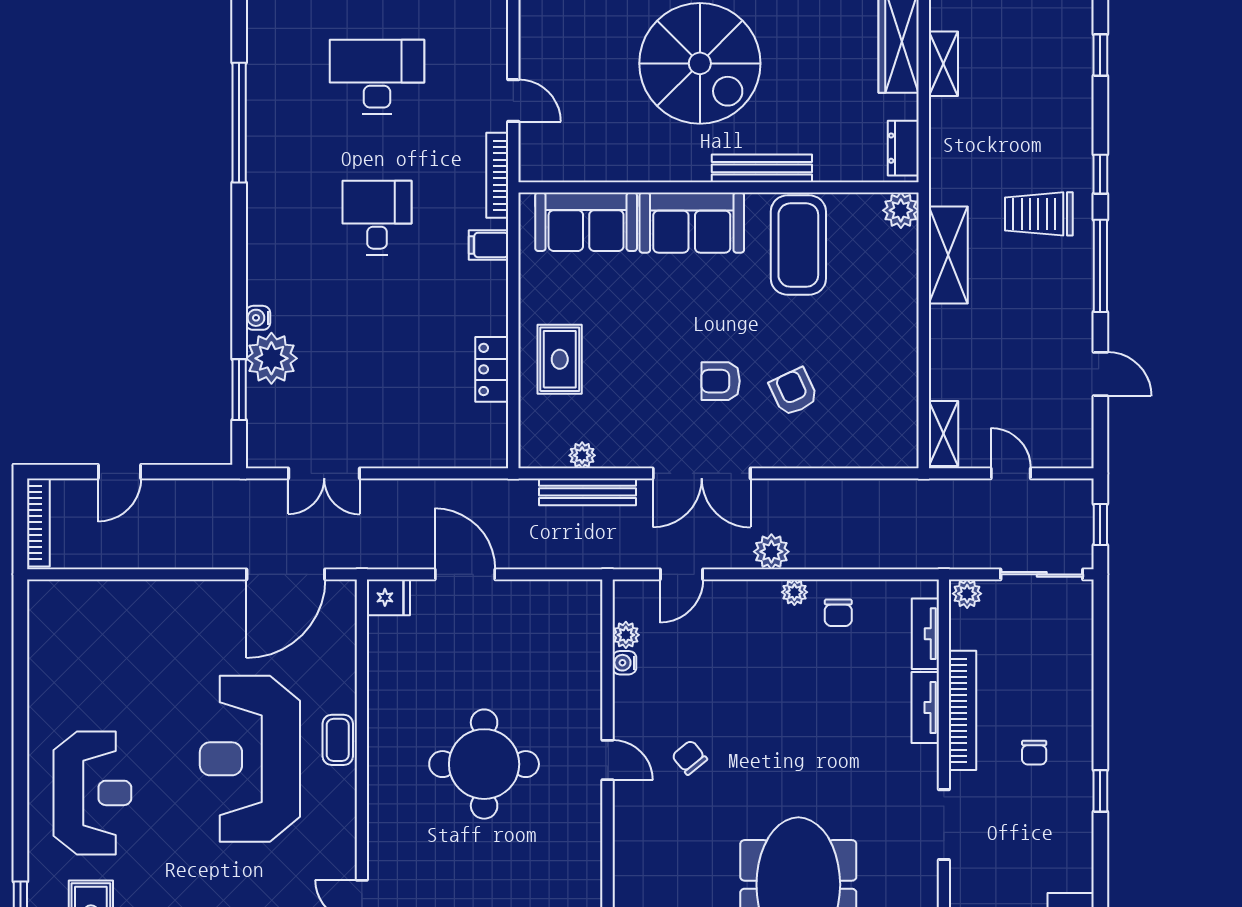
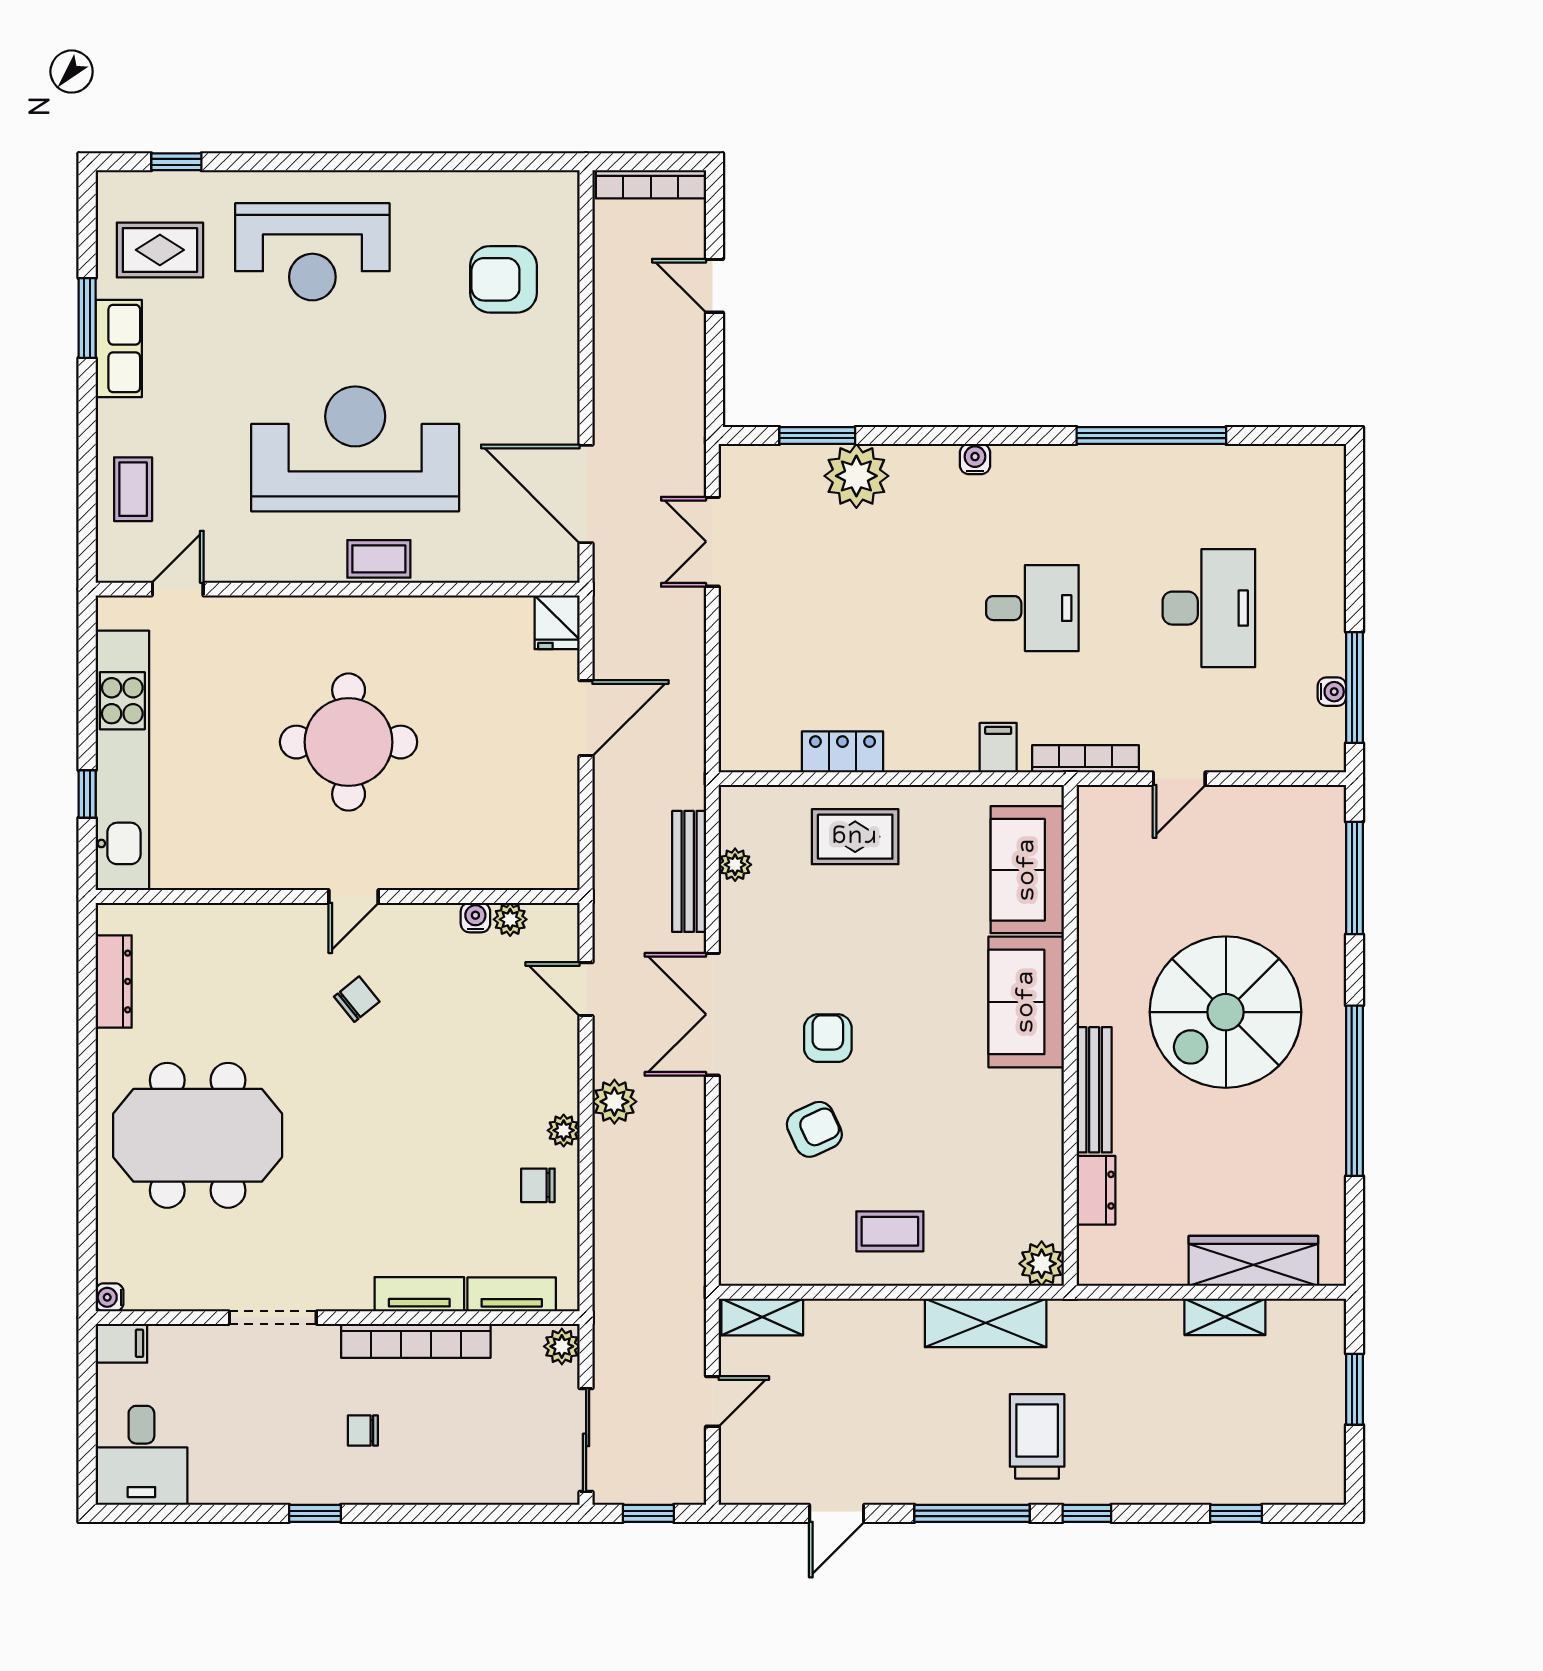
dresser: (903, 148) -> (1096, 1190), moved, turned 90
coffee table: (798, 245) -> (890, 1231), moved, width x0.54, depth x0.58
water cooler: (258, 318) -> (975, 459), moved
armchair: (114, 640) -> (503, 279), added

